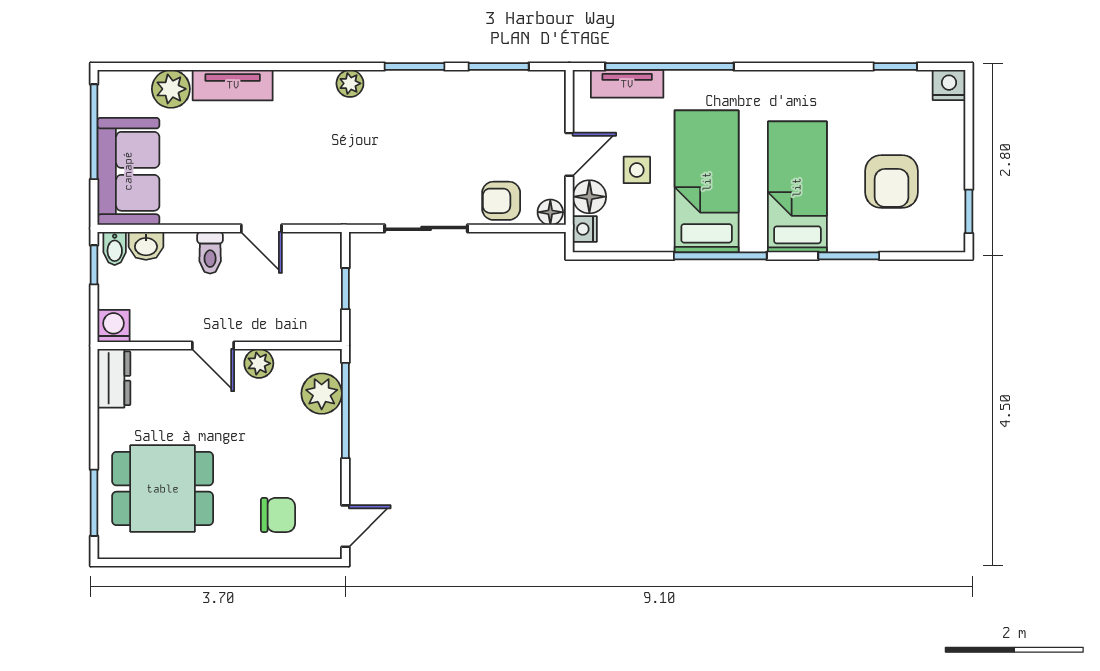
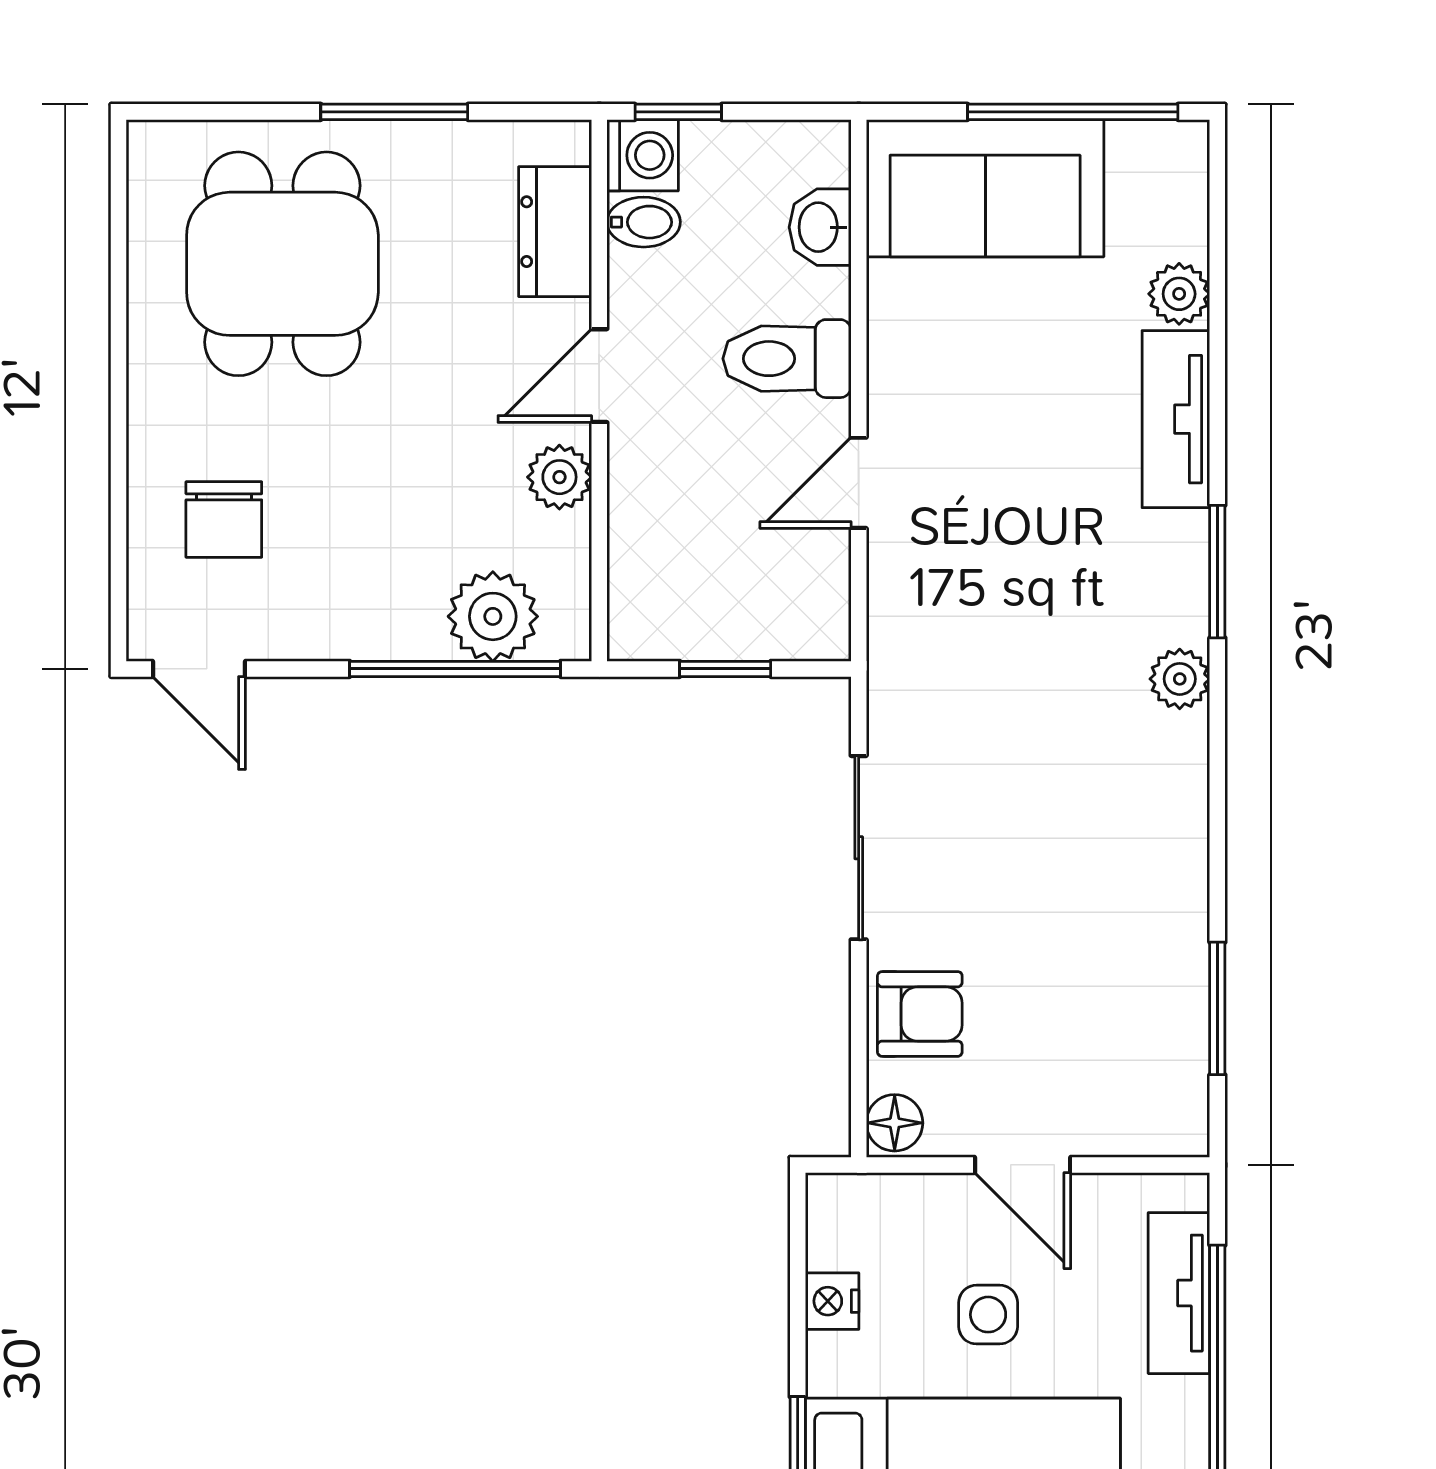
window: (414, 67) -> (1217, 572), moved
plant: (171, 89) -> (1179, 294), width x0.73, depth x0.73
floor lamp: (589, 197) -> (929, 1210), removed
armchair: (501, 201) -> (920, 1014), turned 90
nightstand: (585, 229) -> (832, 1301), moved, turned -90
bidet: (115, 248) -> (644, 222), moved, turned 180
toilet: (210, 253) -> (787, 359), width x1.37, depth x1.39
window: (94, 265) -> (678, 112), moved
dresser: (114, 378) -> (555, 232), moved, turned 90
window: (94, 503) -> (394, 112), moved

